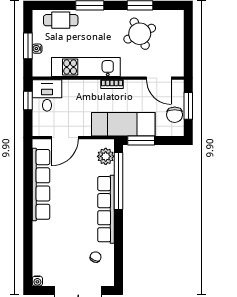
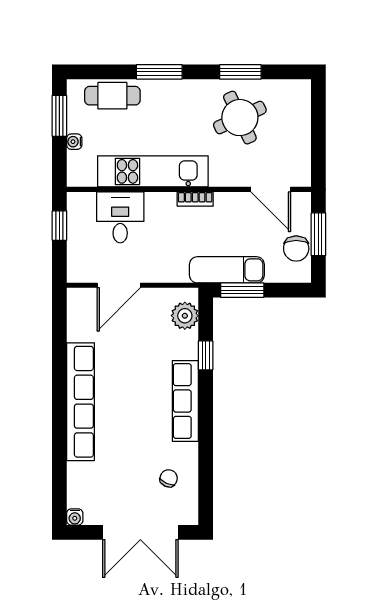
window: (28, 46) -> (59, 116), moved
desk: (47, 95) -> (120, 217), moved
exam couch: (123, 124) -> (227, 270), width x0.73, depth x0.69
window: (118, 181) -> (206, 355), width x0.32
row of seats: (41, 184) -> (81, 402), moved
row of seats: (106, 209) -> (185, 401), width x0.73

